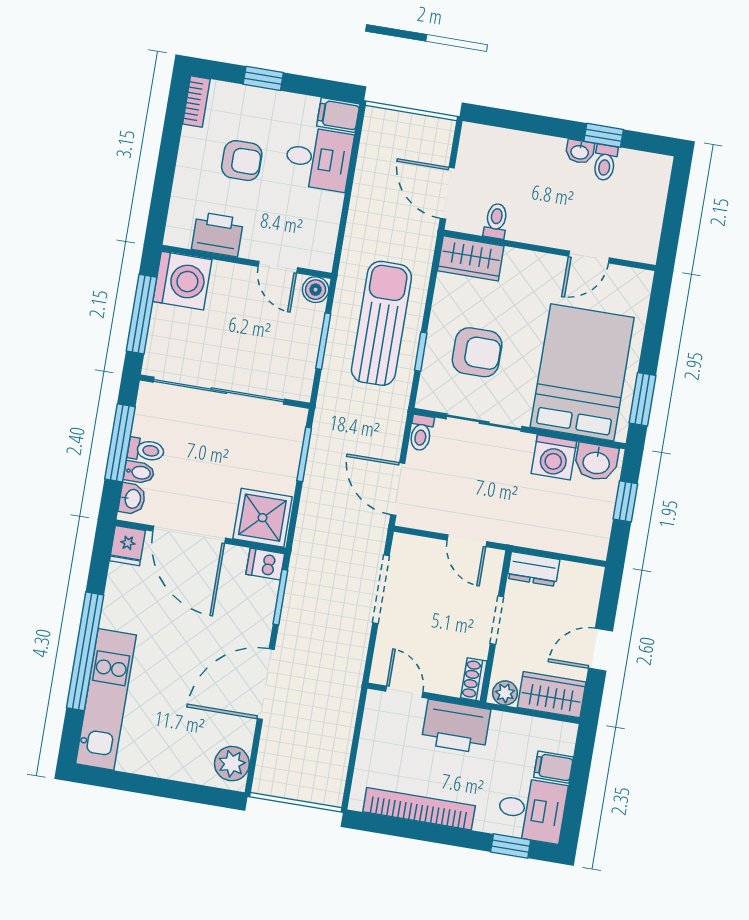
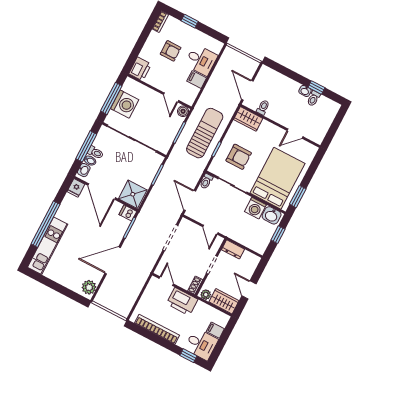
filing cabinet: (338, 115) -> (197, 79), moved
printer: (217, 234) -> (140, 69), moved, turned 90
washing machine: (182, 281) -> (125, 104), moved
door: (601, 650) -> (249, 290), hinge flipped

